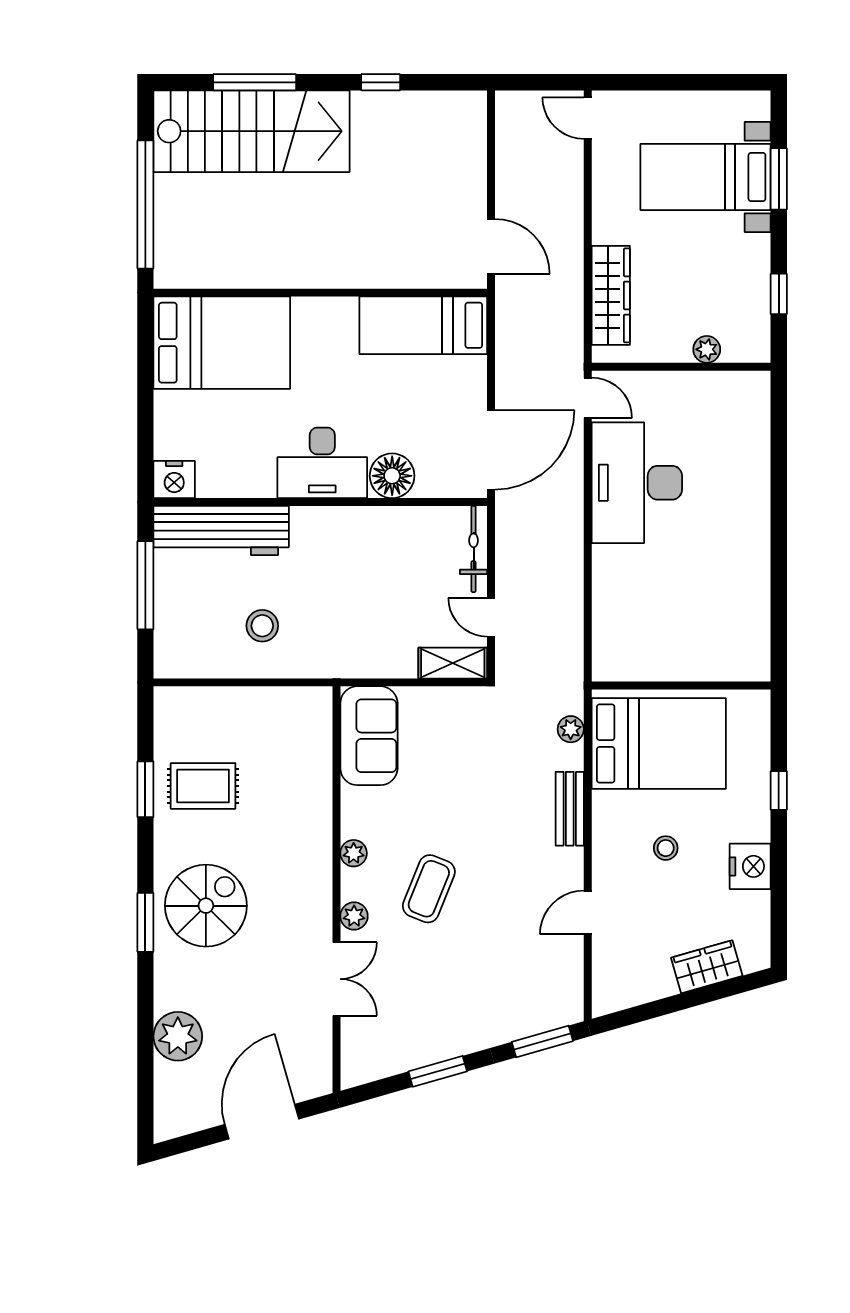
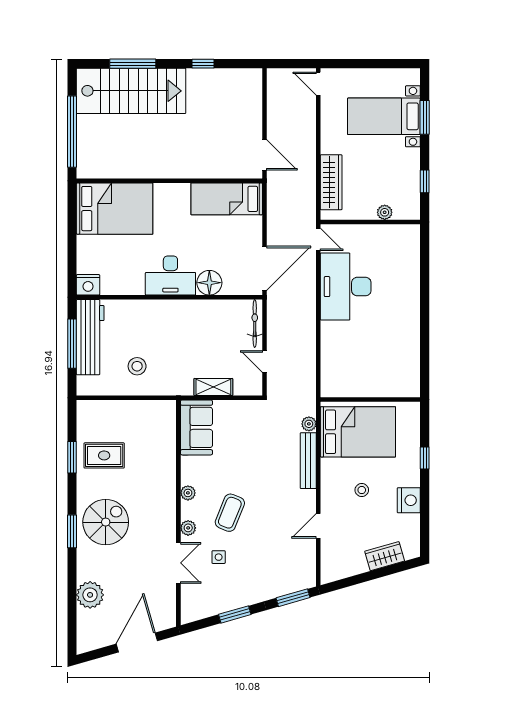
workbench: (221, 531) -> (90, 337), moved, turned -90
shelving: (453, 663) -> (213, 387), moved
bench: (570, 809) -> (308, 461), width x1.36
side table: (409, 968) -> (219, 557), added

